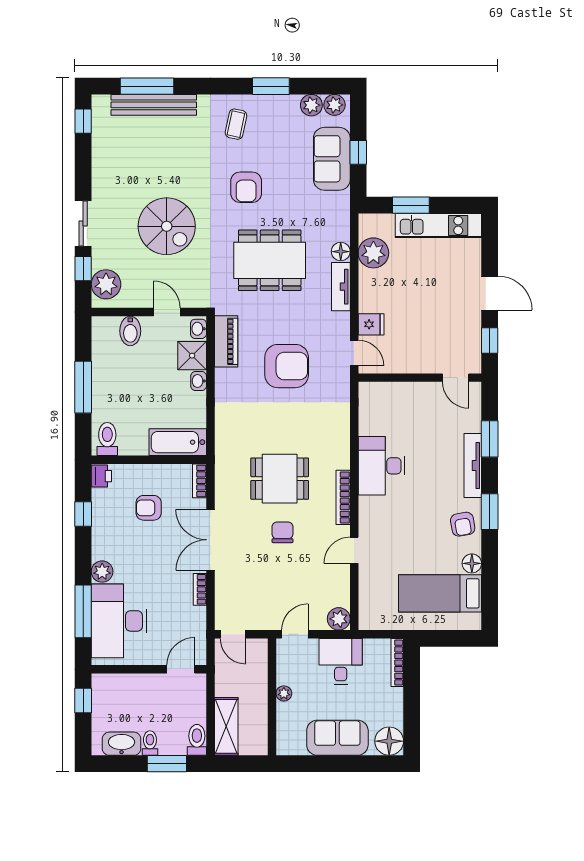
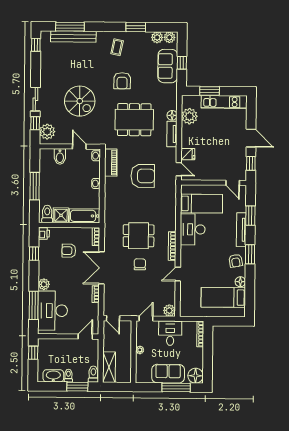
shower: (192, 356) -> (61, 215), moved
bed: (398, 417) -> (201, 204), added
window: (353, 764) -> (176, 388), added

